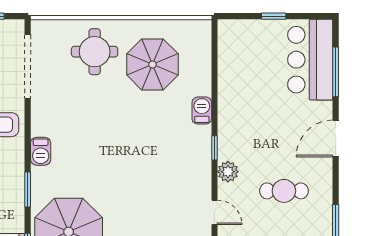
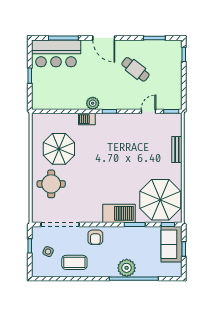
barbecue: (41, 151) -> (119, 213), width x1.88, depth x1.53
plant: (228, 172) -> (93, 103), moved
cafe table: (284, 191) -> (135, 69), turned -52

